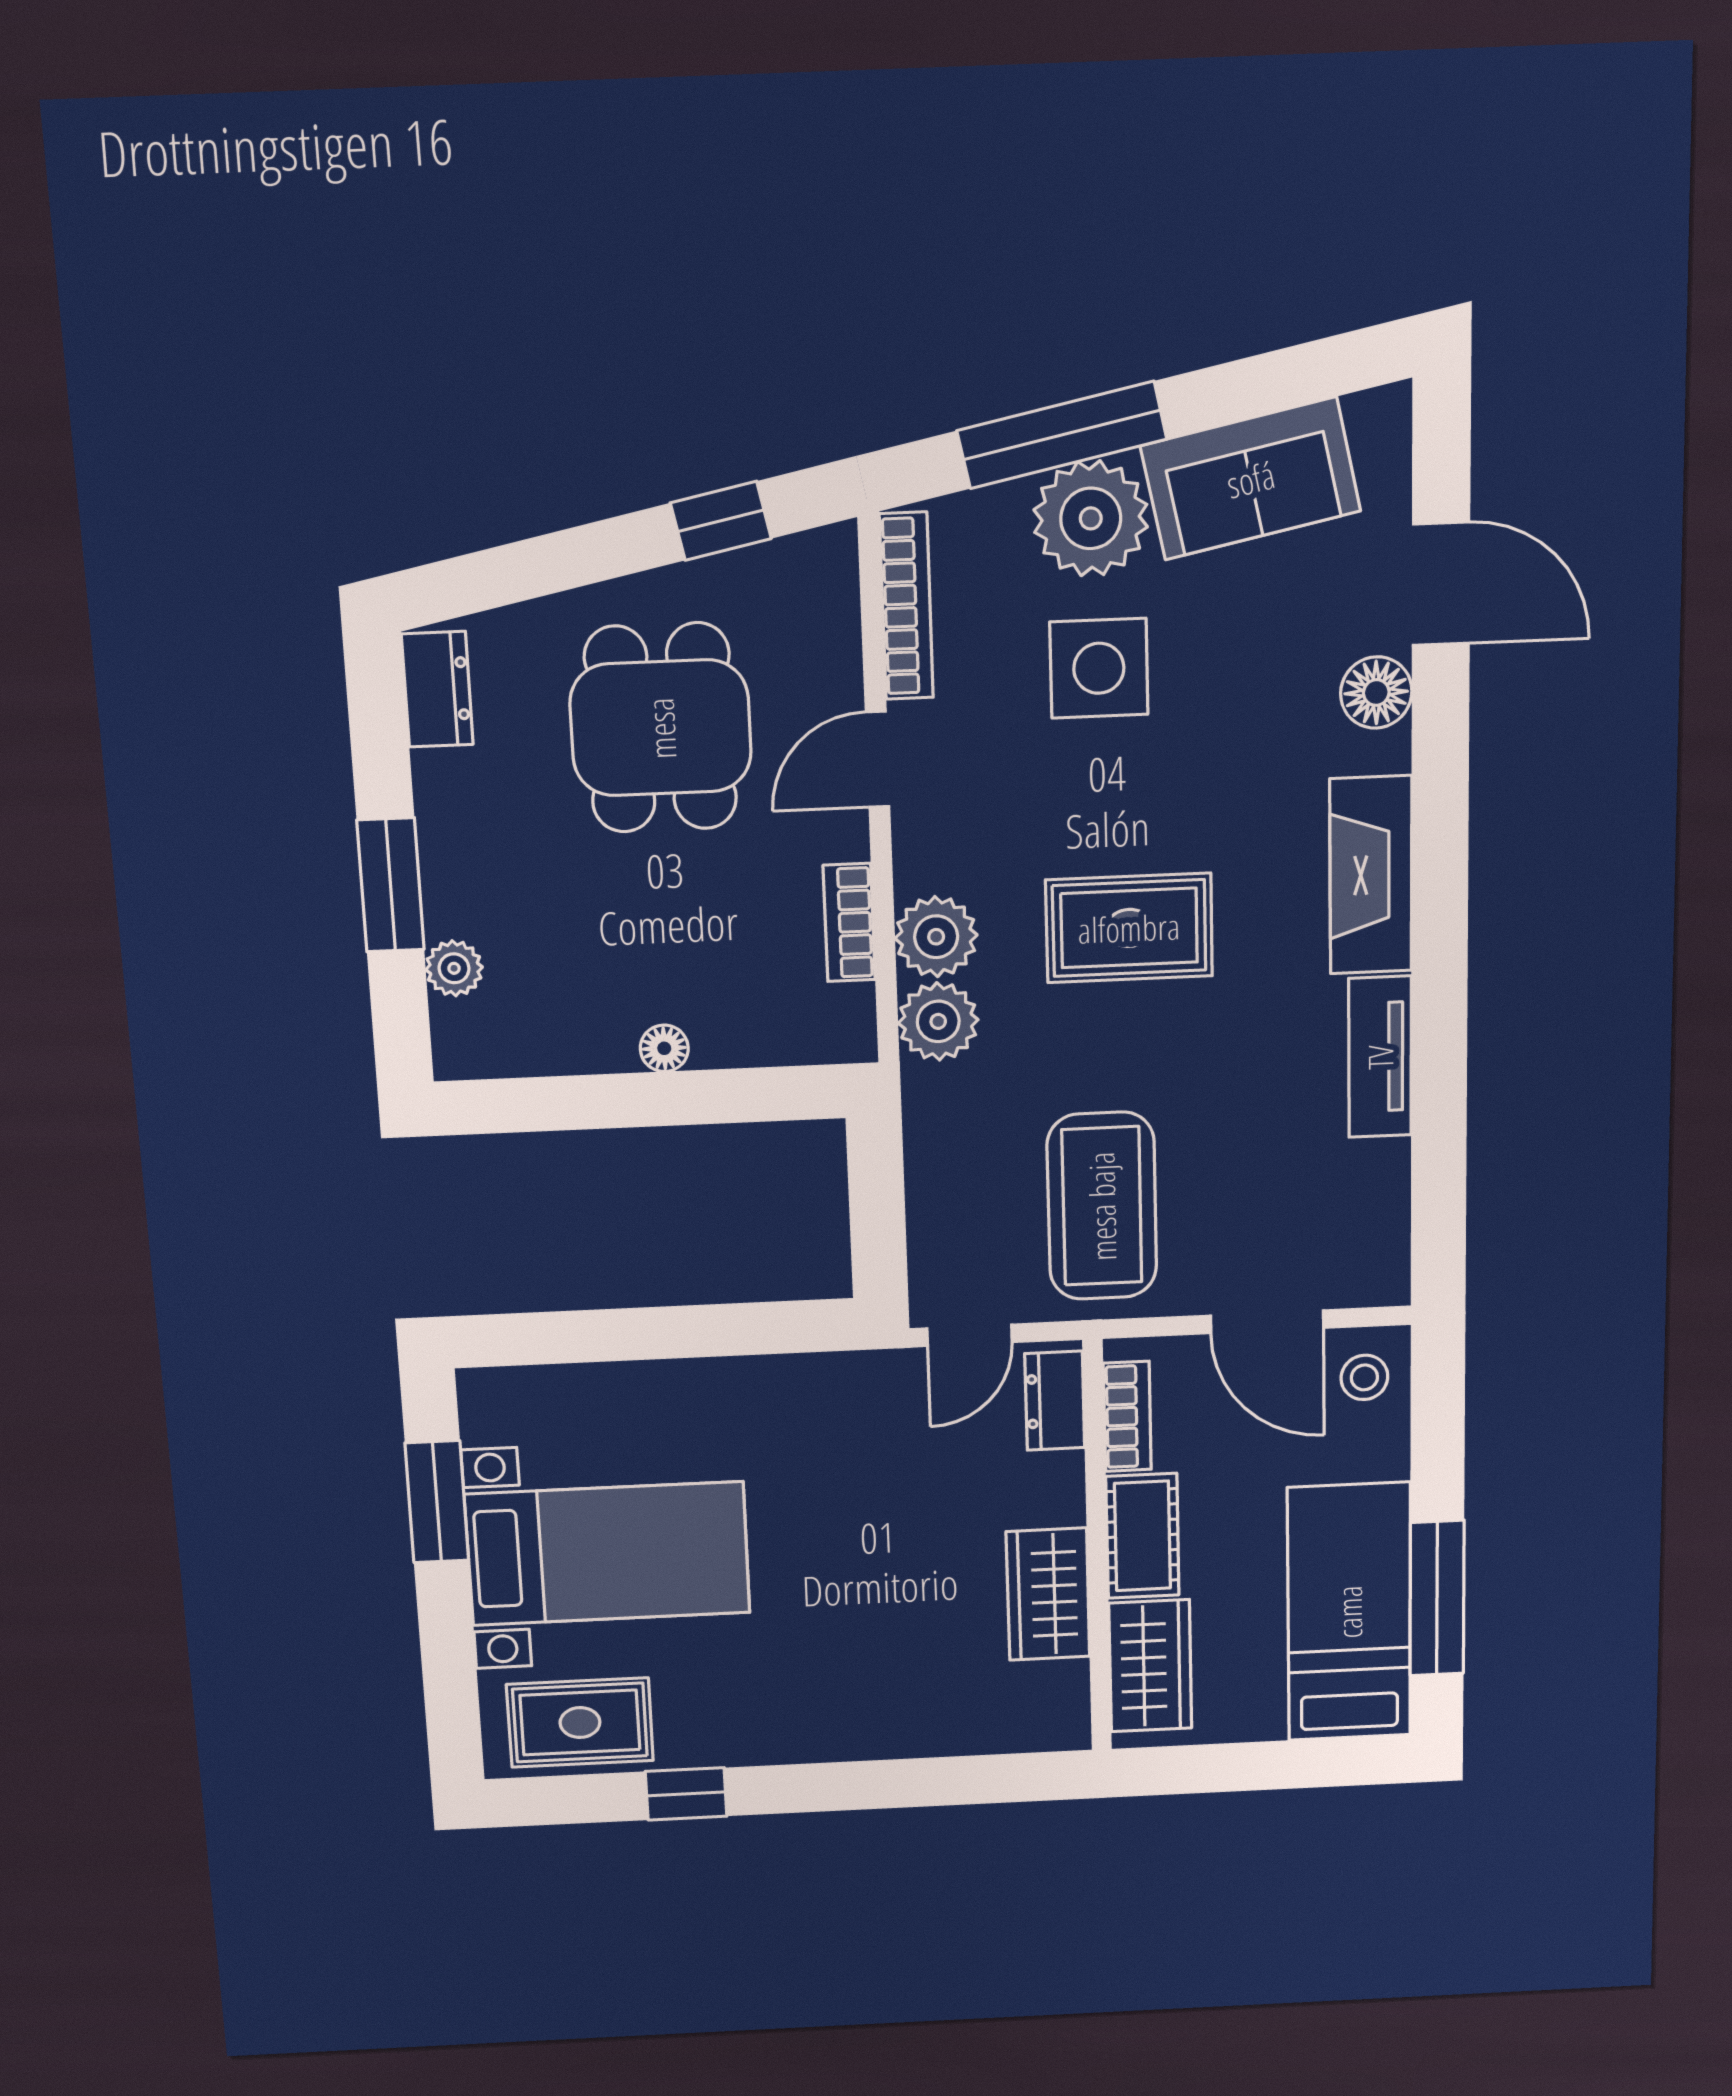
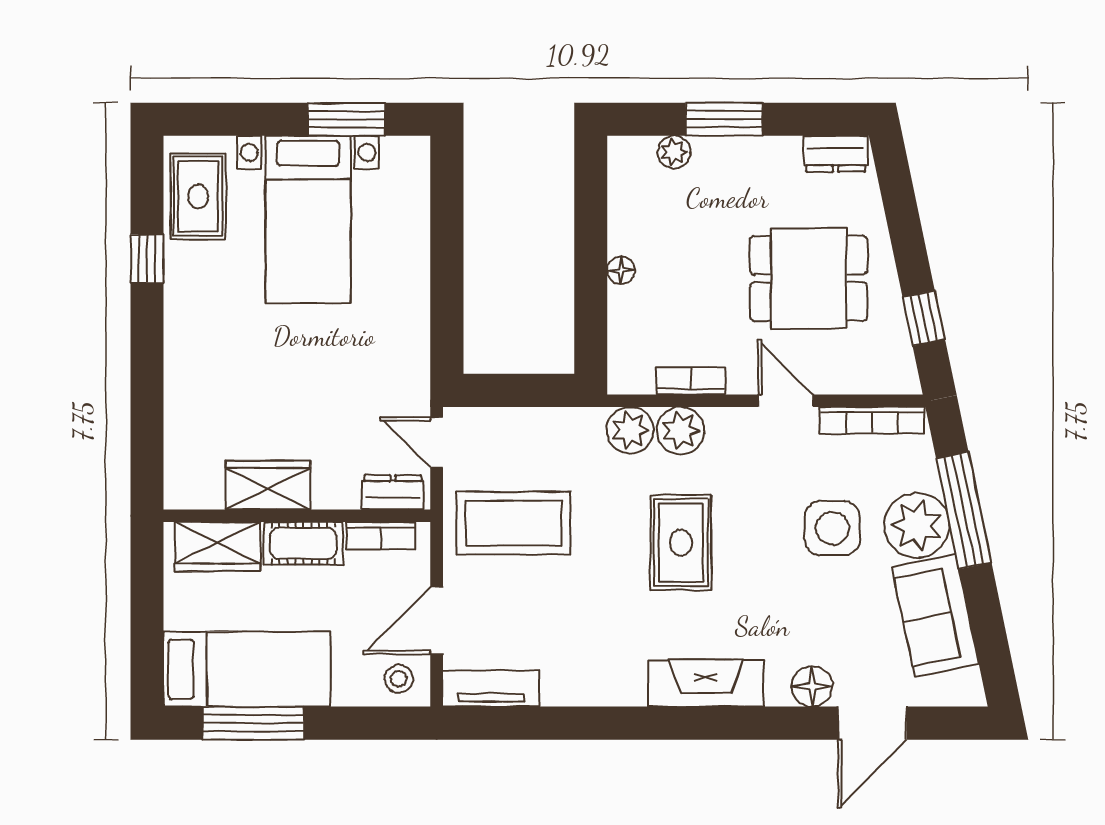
tv unit: (1380, 1057) -> (491, 688), moved

